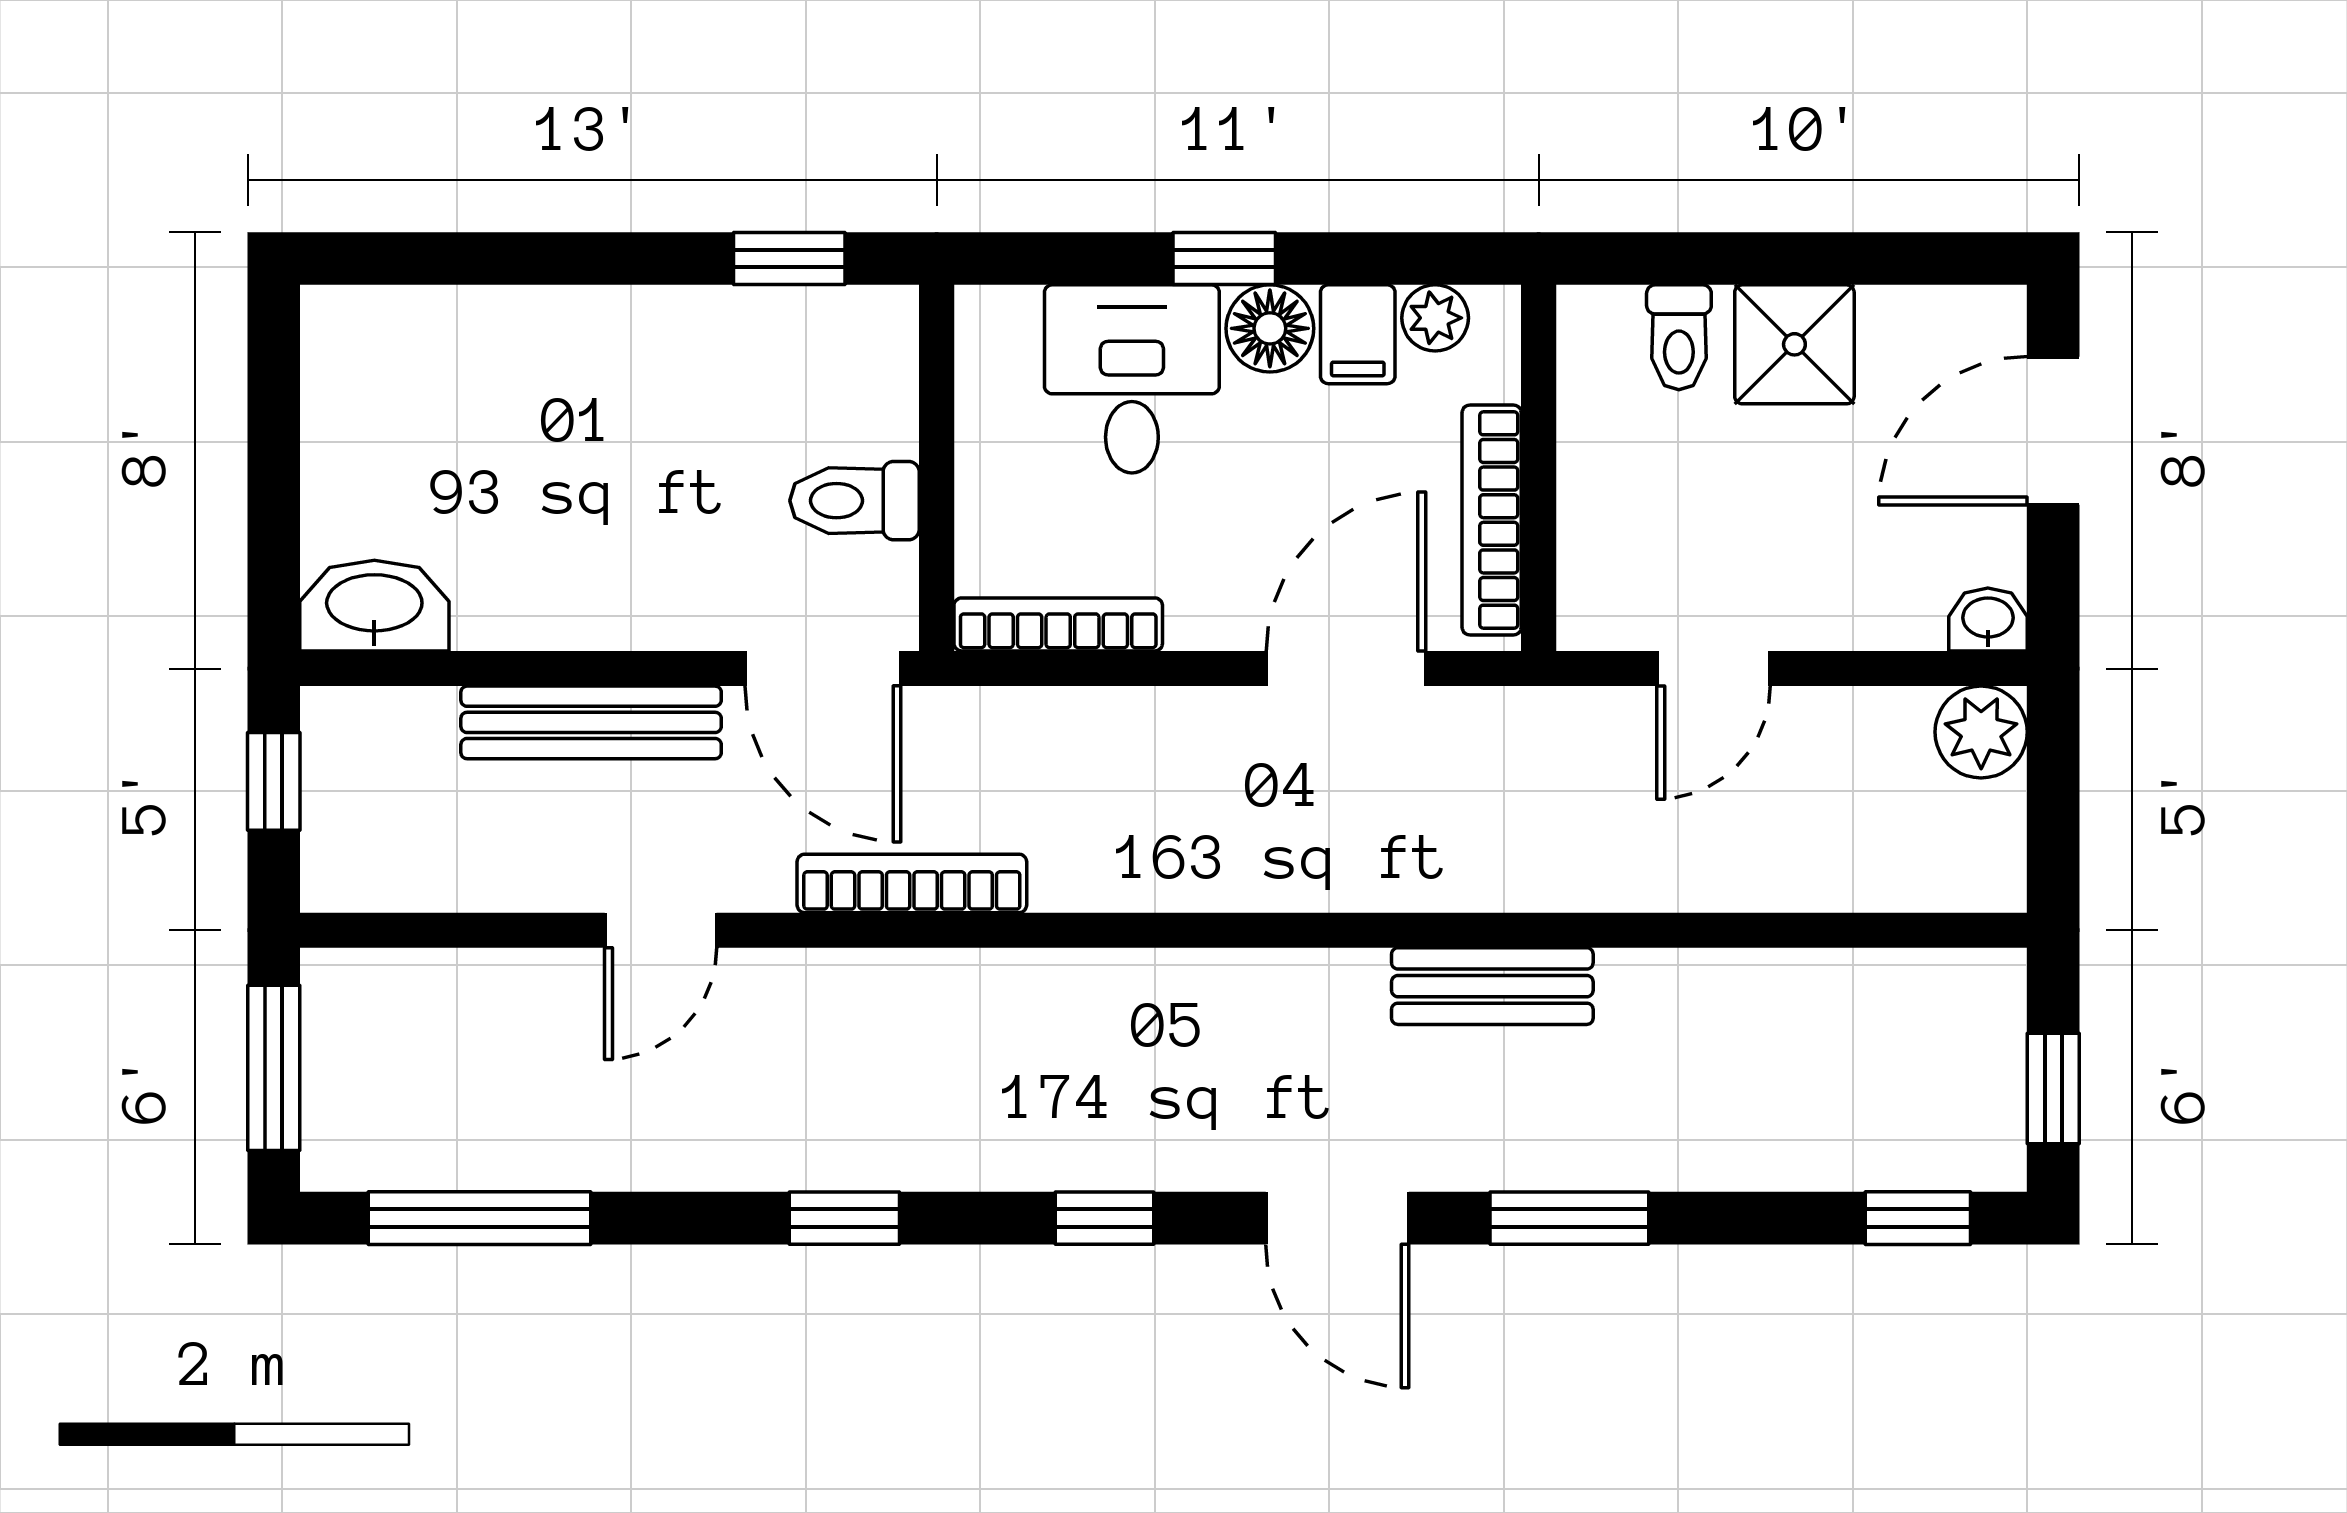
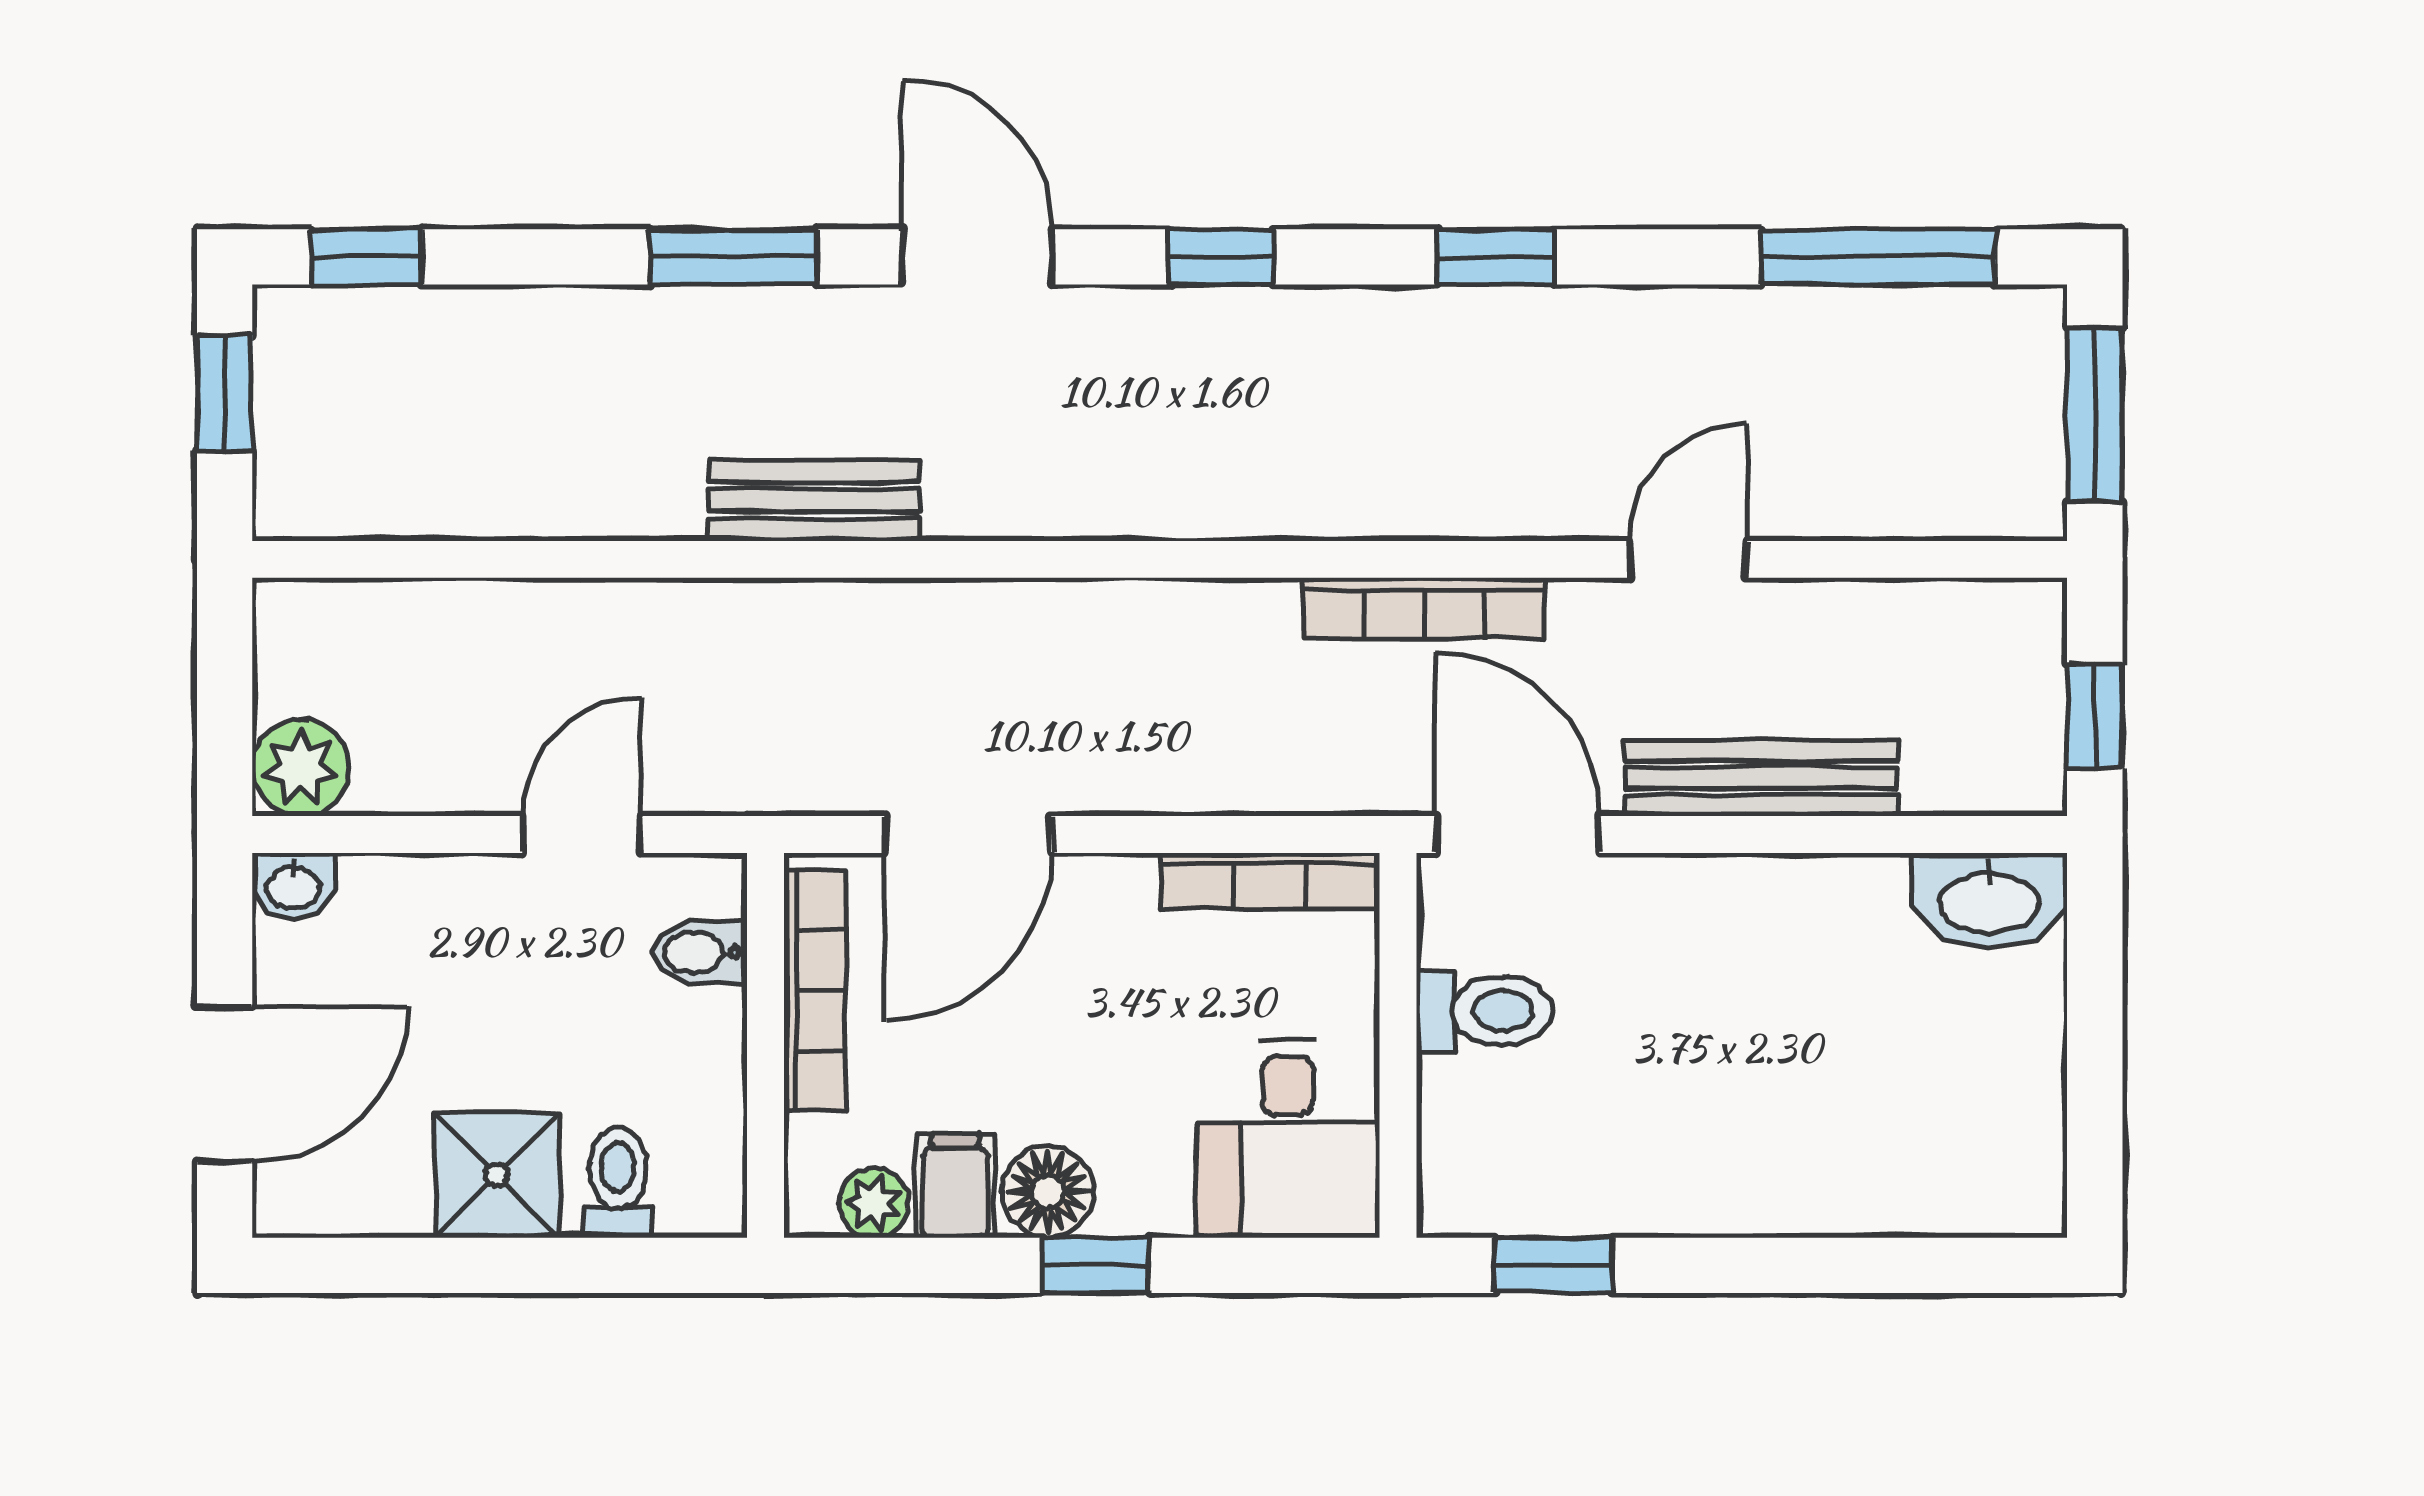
desk: (1132, 379) -> (1288, 1139), moved
bidet: (1601, 556) -> (700, 952), added

